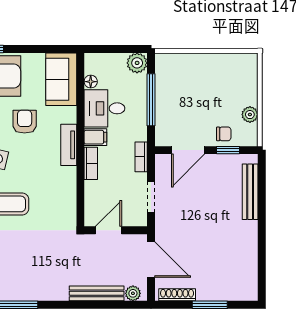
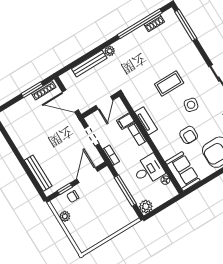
filing cabinet: (95, 137) -> (126, 121), moved
tv unit: (69, 145) -> (146, 121), moved
plant: (133, 293) -> (110, 51), moved
window: (210, 305) -> (32, 90), moved

